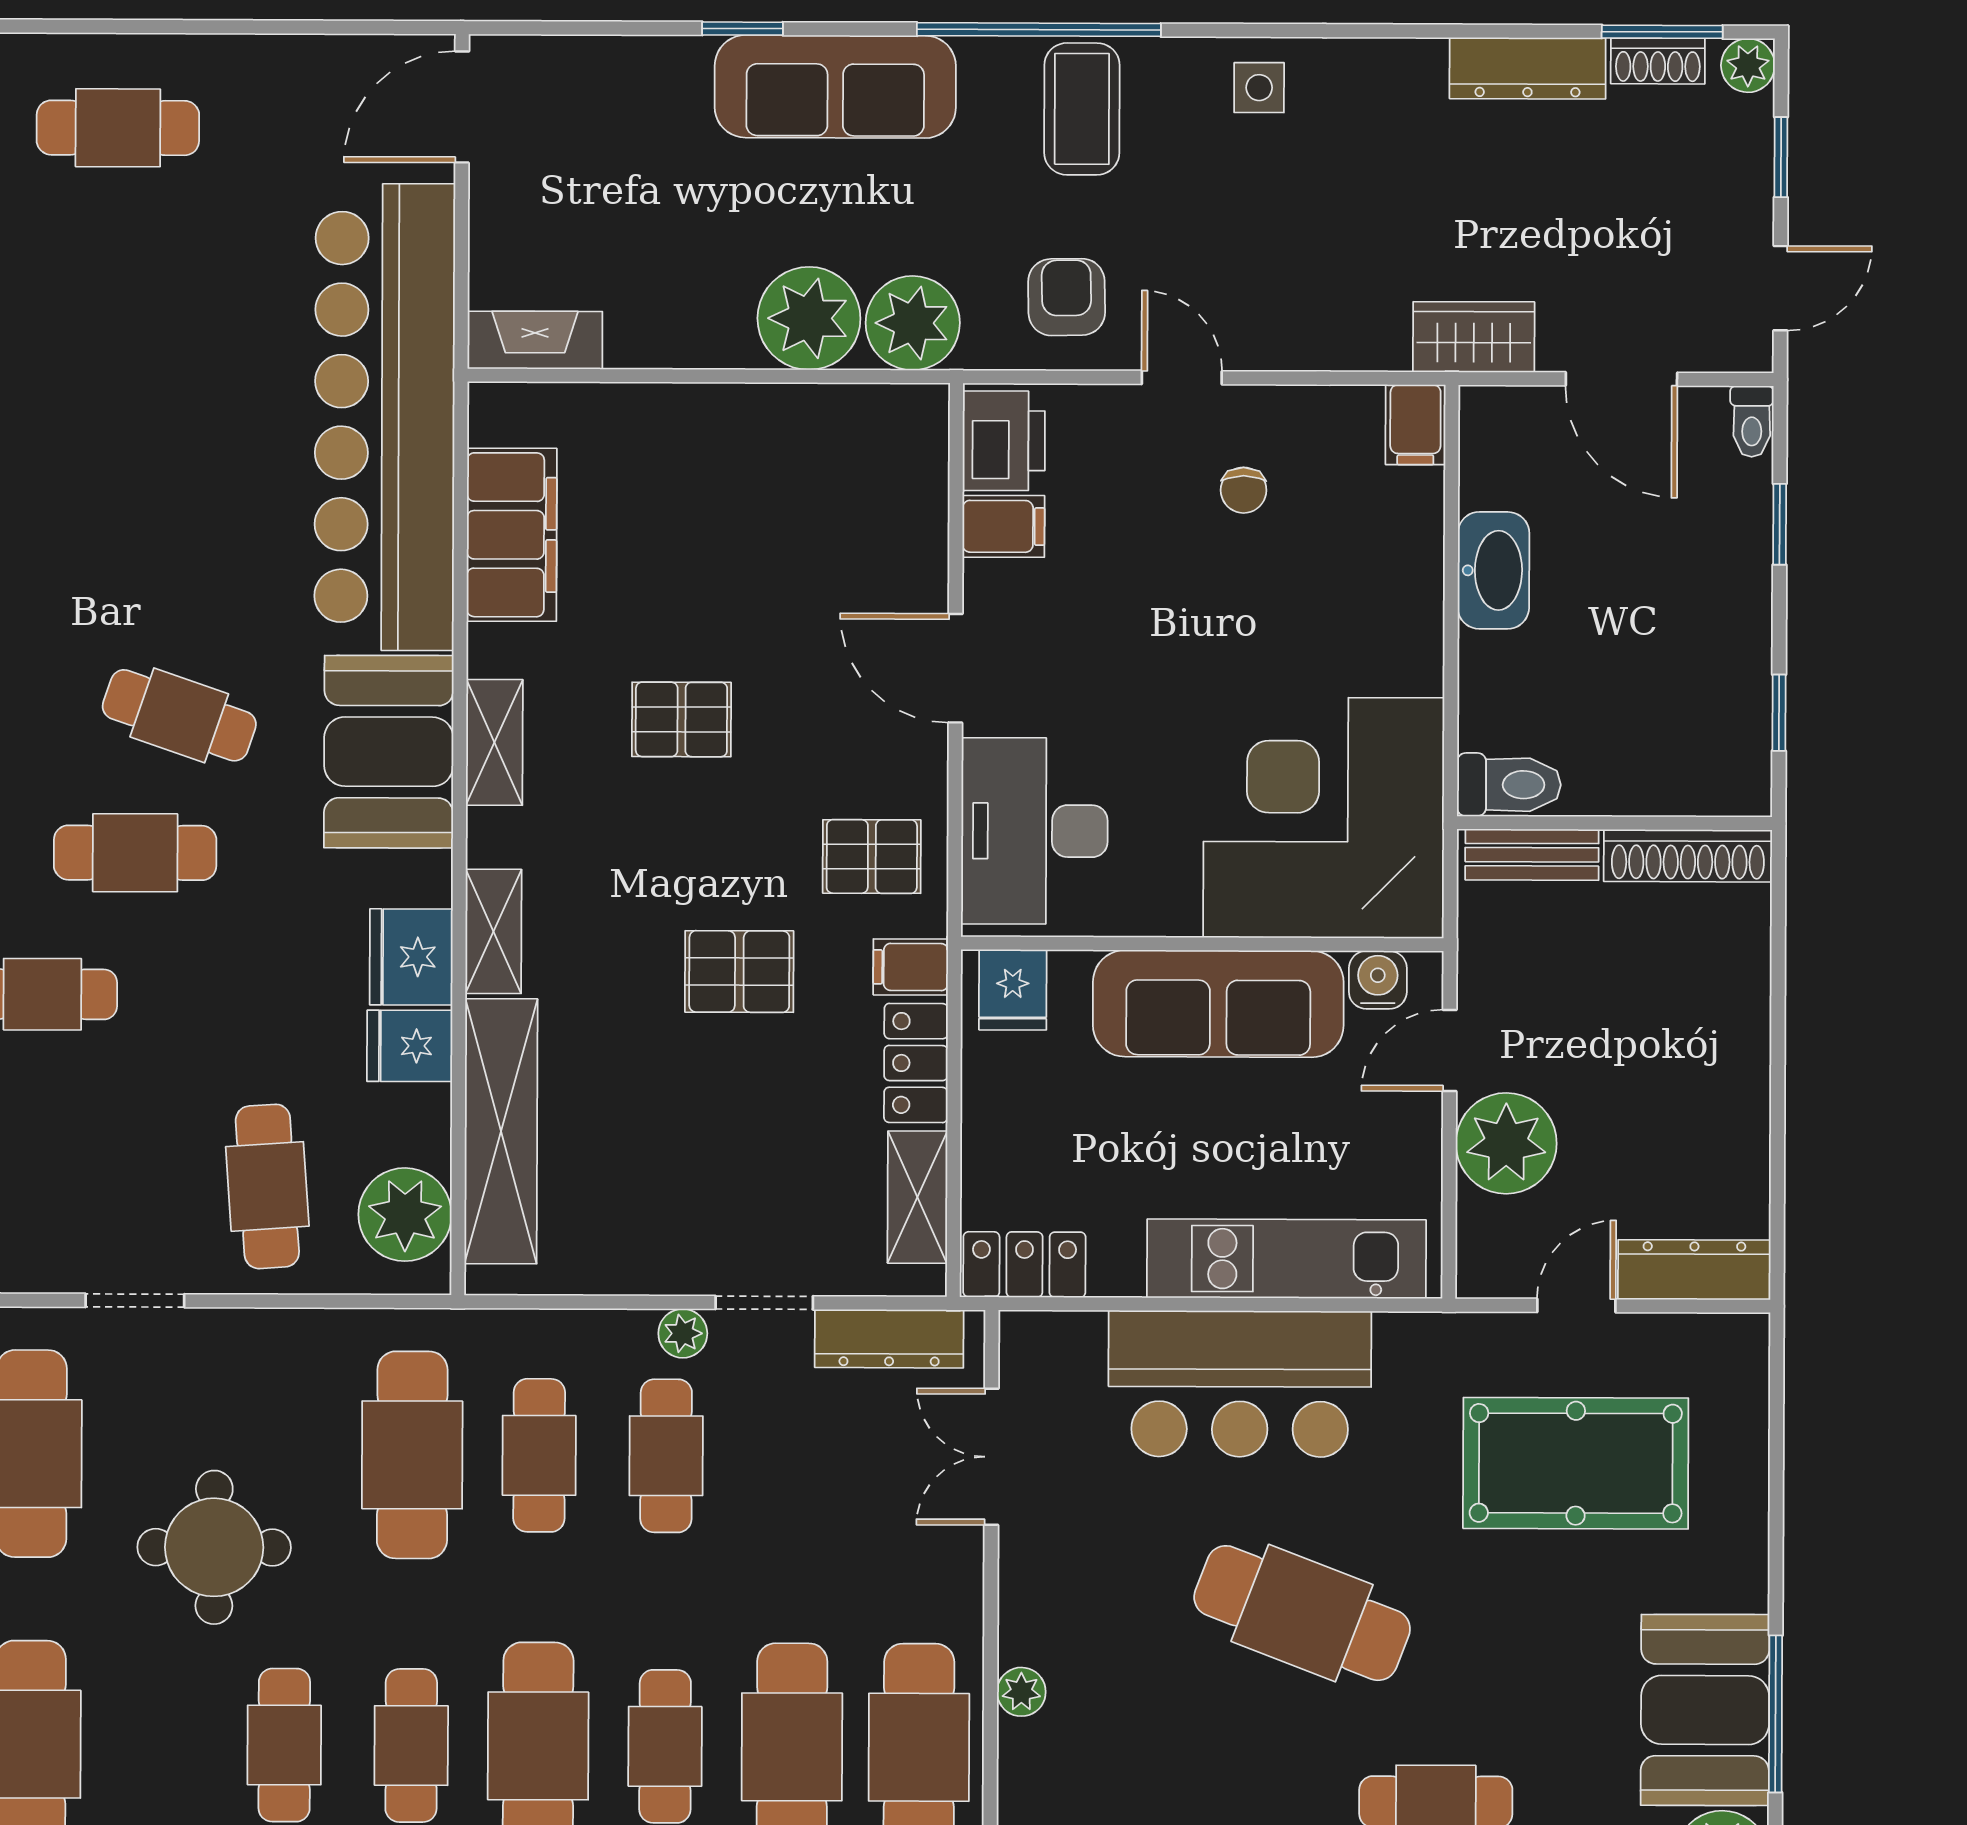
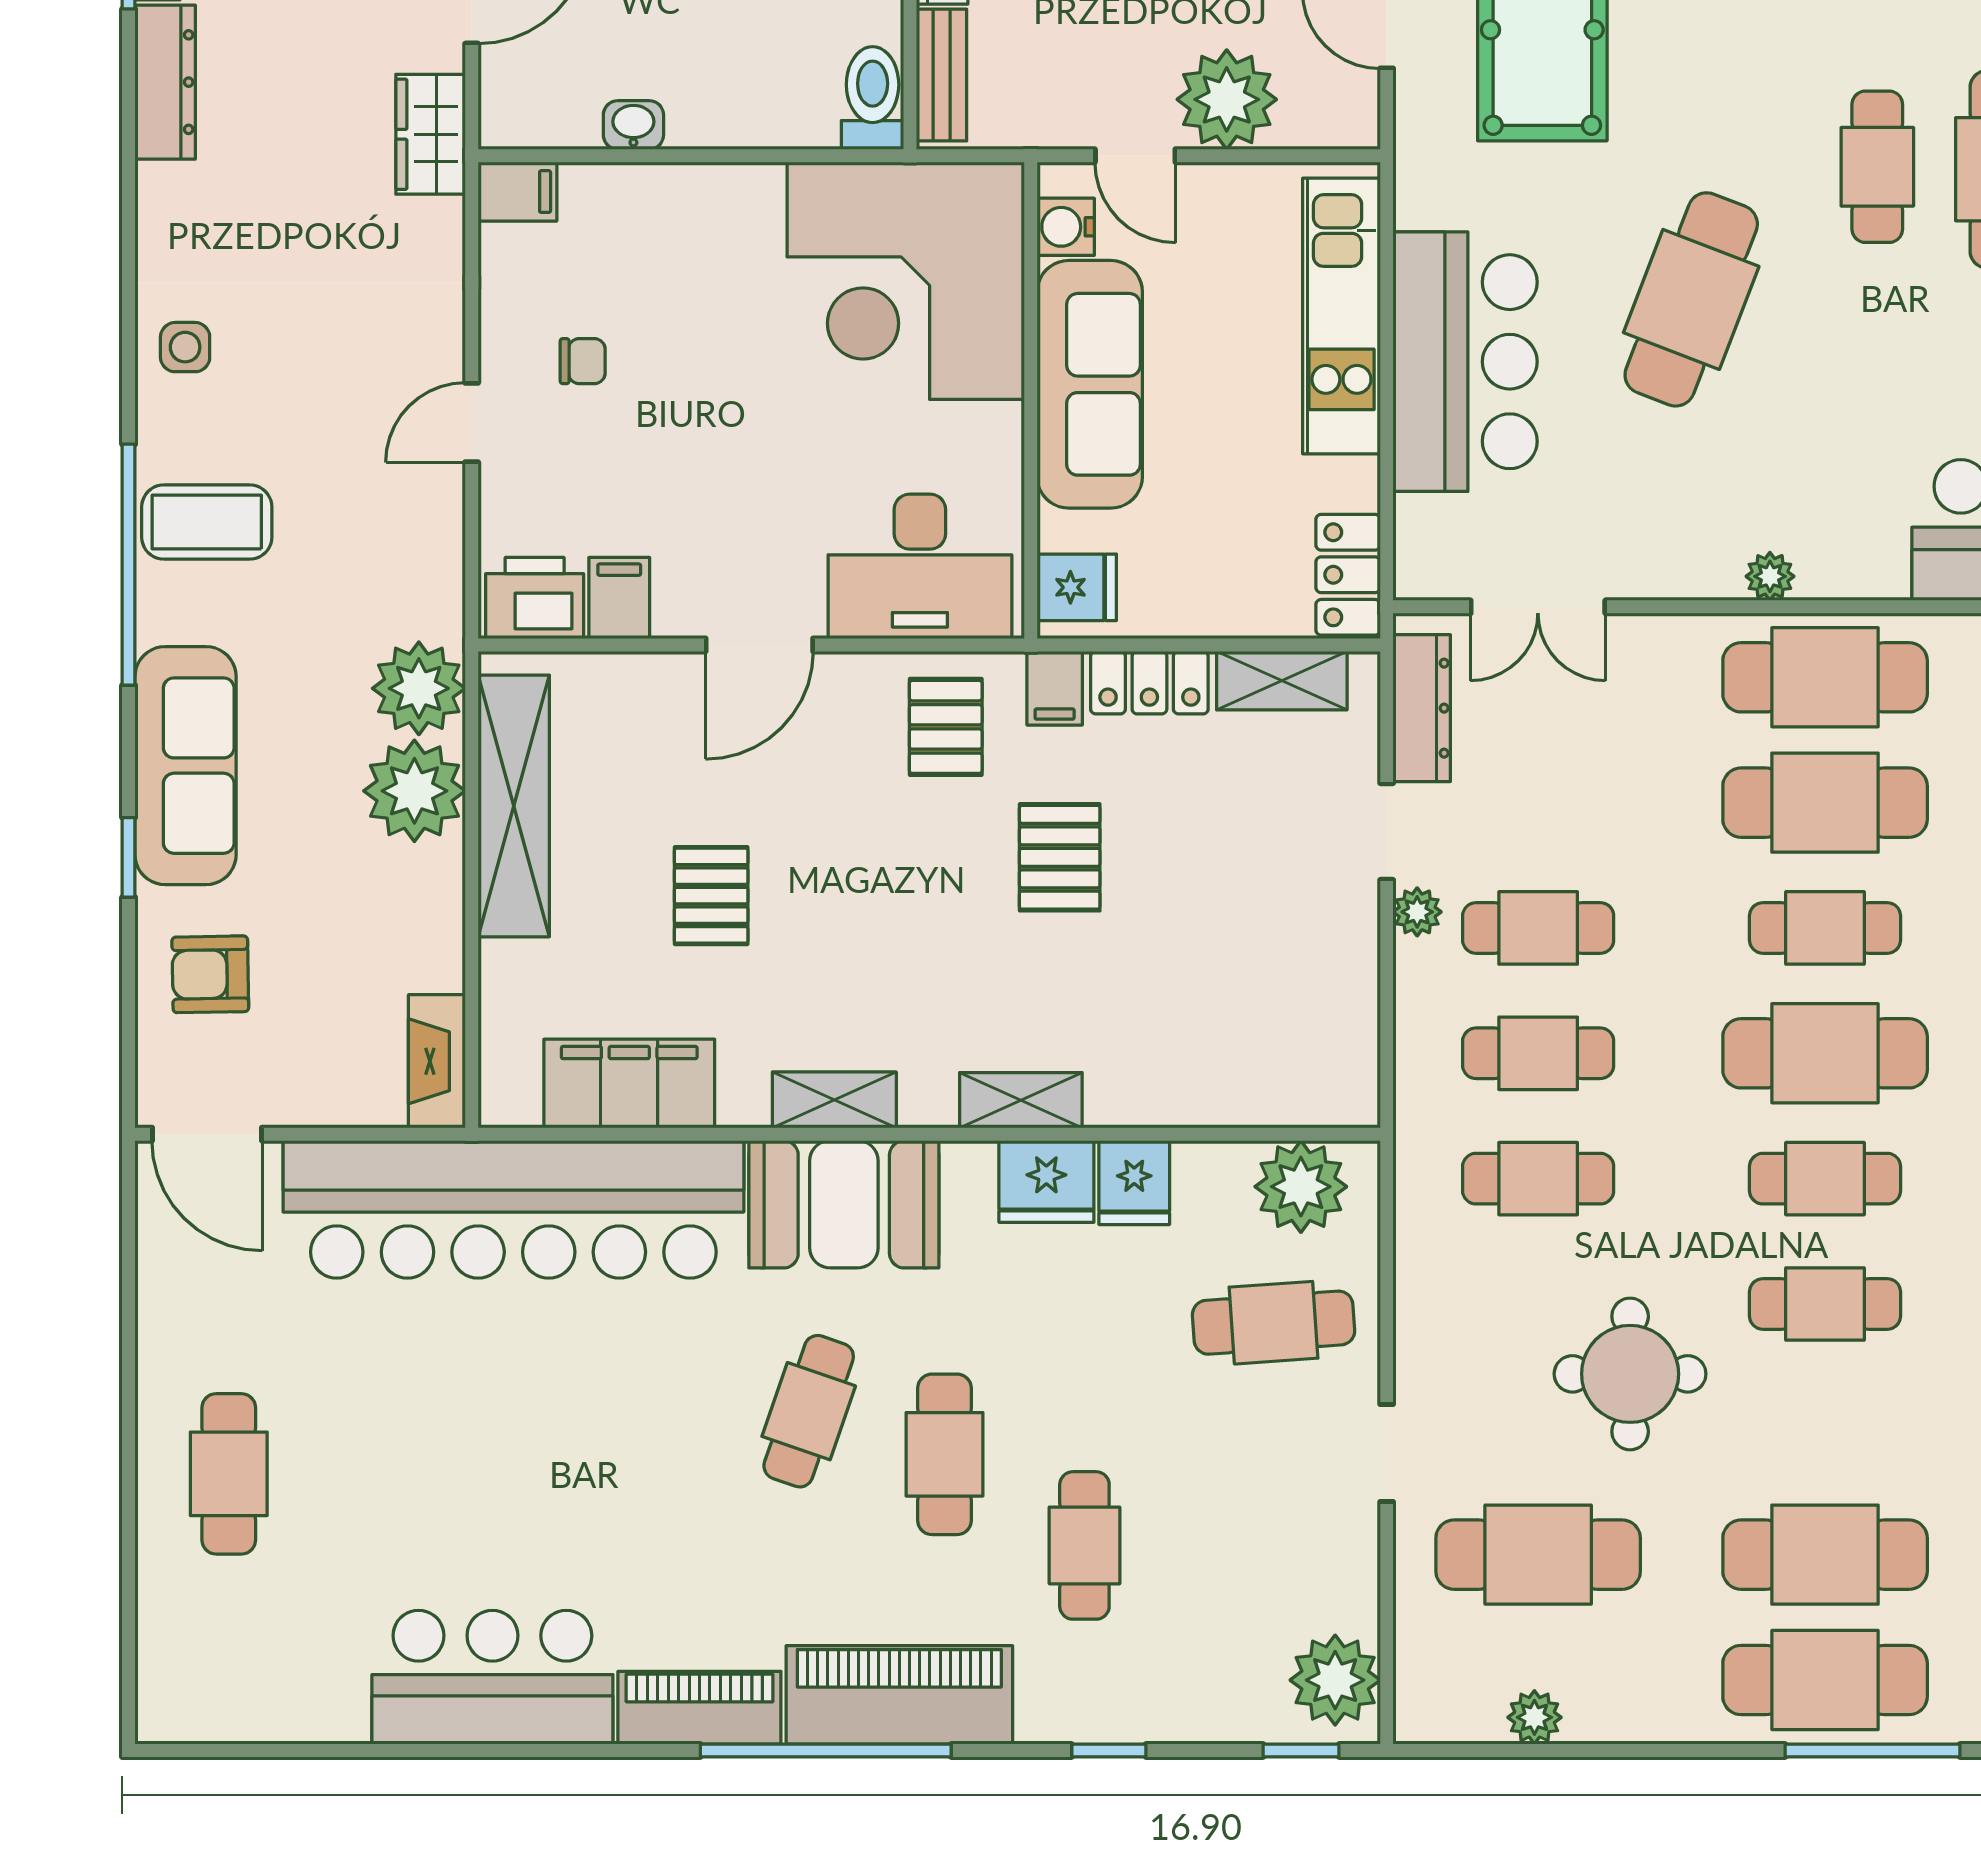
armchair: (1067, 297) -> (210, 974), moved
washbasin: (1493, 570) -> (633, 125), width x0.52, depth x0.69
pallet: (681, 719) -> (711, 896), moved
shelving: (501, 1131) -> (514, 806), moved, turned 90
cafe table: (412, 1455) -> (1538, 1179), width x0.73, depth x0.74

